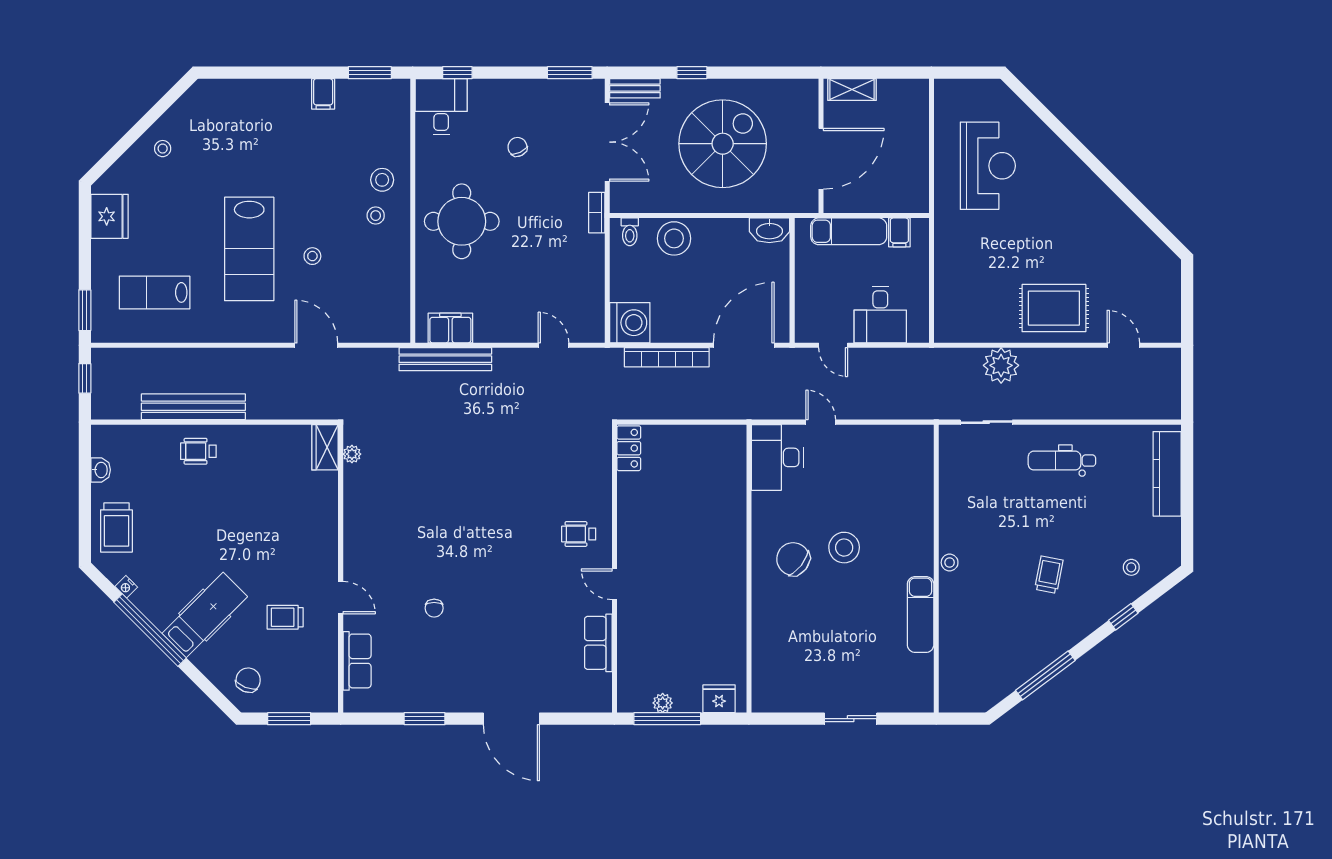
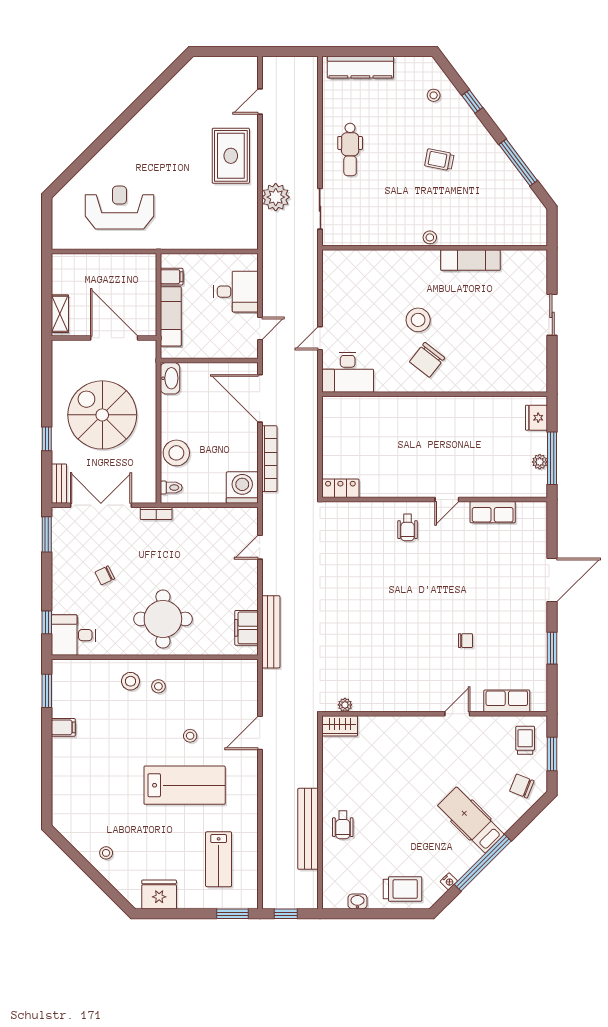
trolley: (285, 617) -> (525, 740), moved, turned 180

